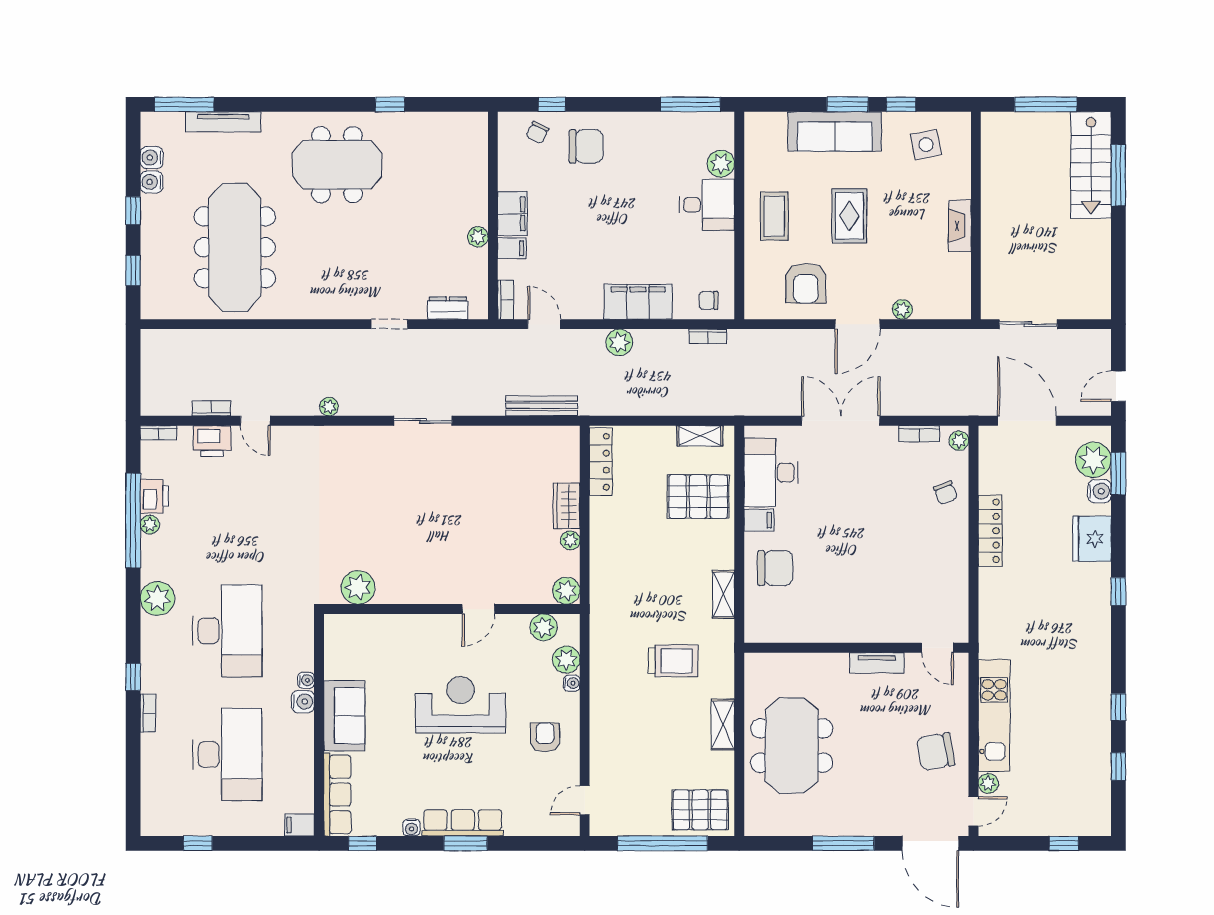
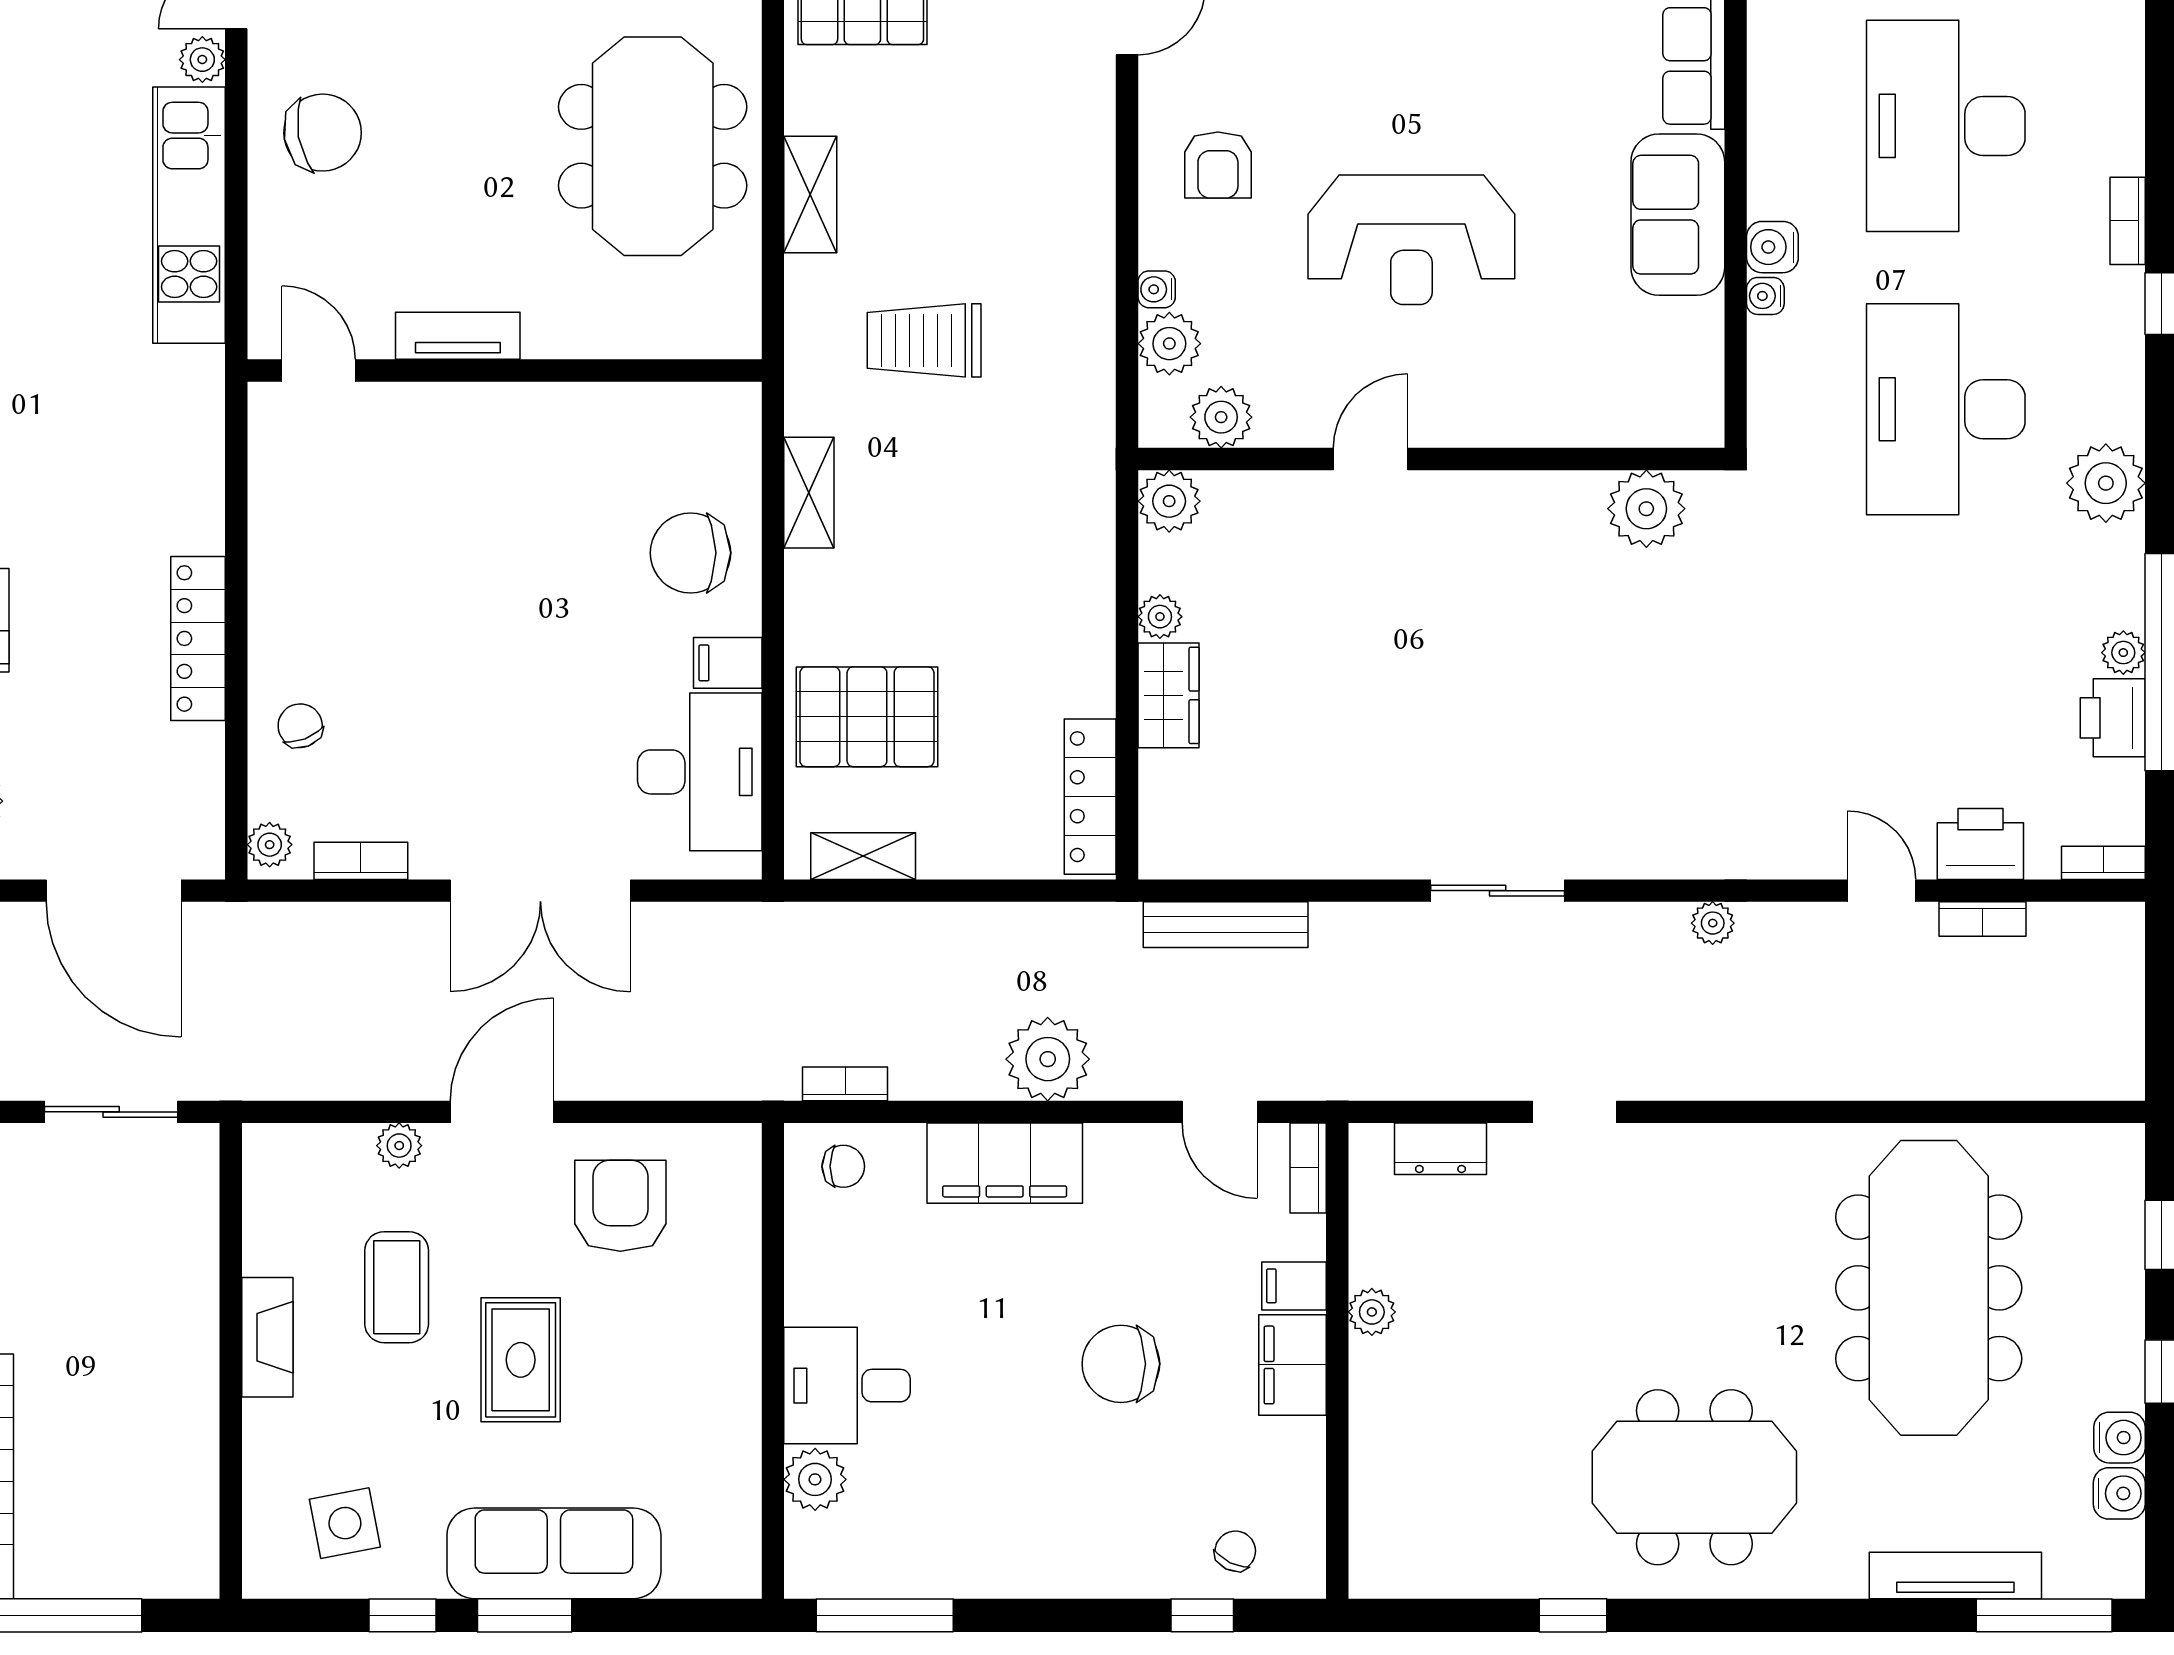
chair: (586, 146) -> (1121, 1364), moved
coffee table: (774, 216) -> (397, 1287), moved
plant: (619, 342) -> (1048, 1059), width x1.36, depth x1.36

